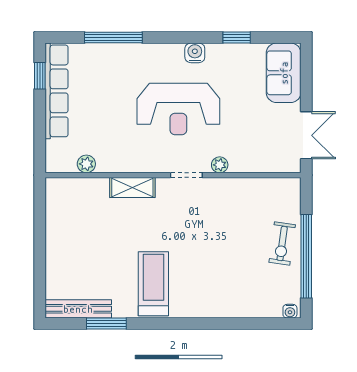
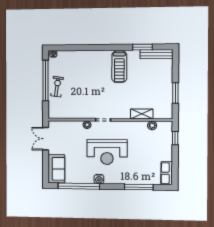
window: (237, 38) -> (79, 186), width x3.17
window: (40, 76) -> (175, 138), moved
row of seats: (57, 91) -> (167, 173), width x0.50
reception desk: (178, 109) -> (107, 152), turned 180
shelving: (132, 187) -> (142, 114), moved
window: (40, 230) -> (175, 93), added

